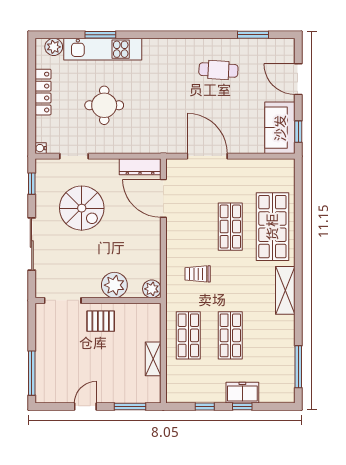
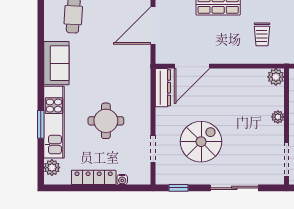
sofa: (167, 52) -> (56, 63), added
water cooler: (41, 148) -> (122, 180), moved
plant: (114, 285) -> (278, 117), width x0.53, depth x0.53

